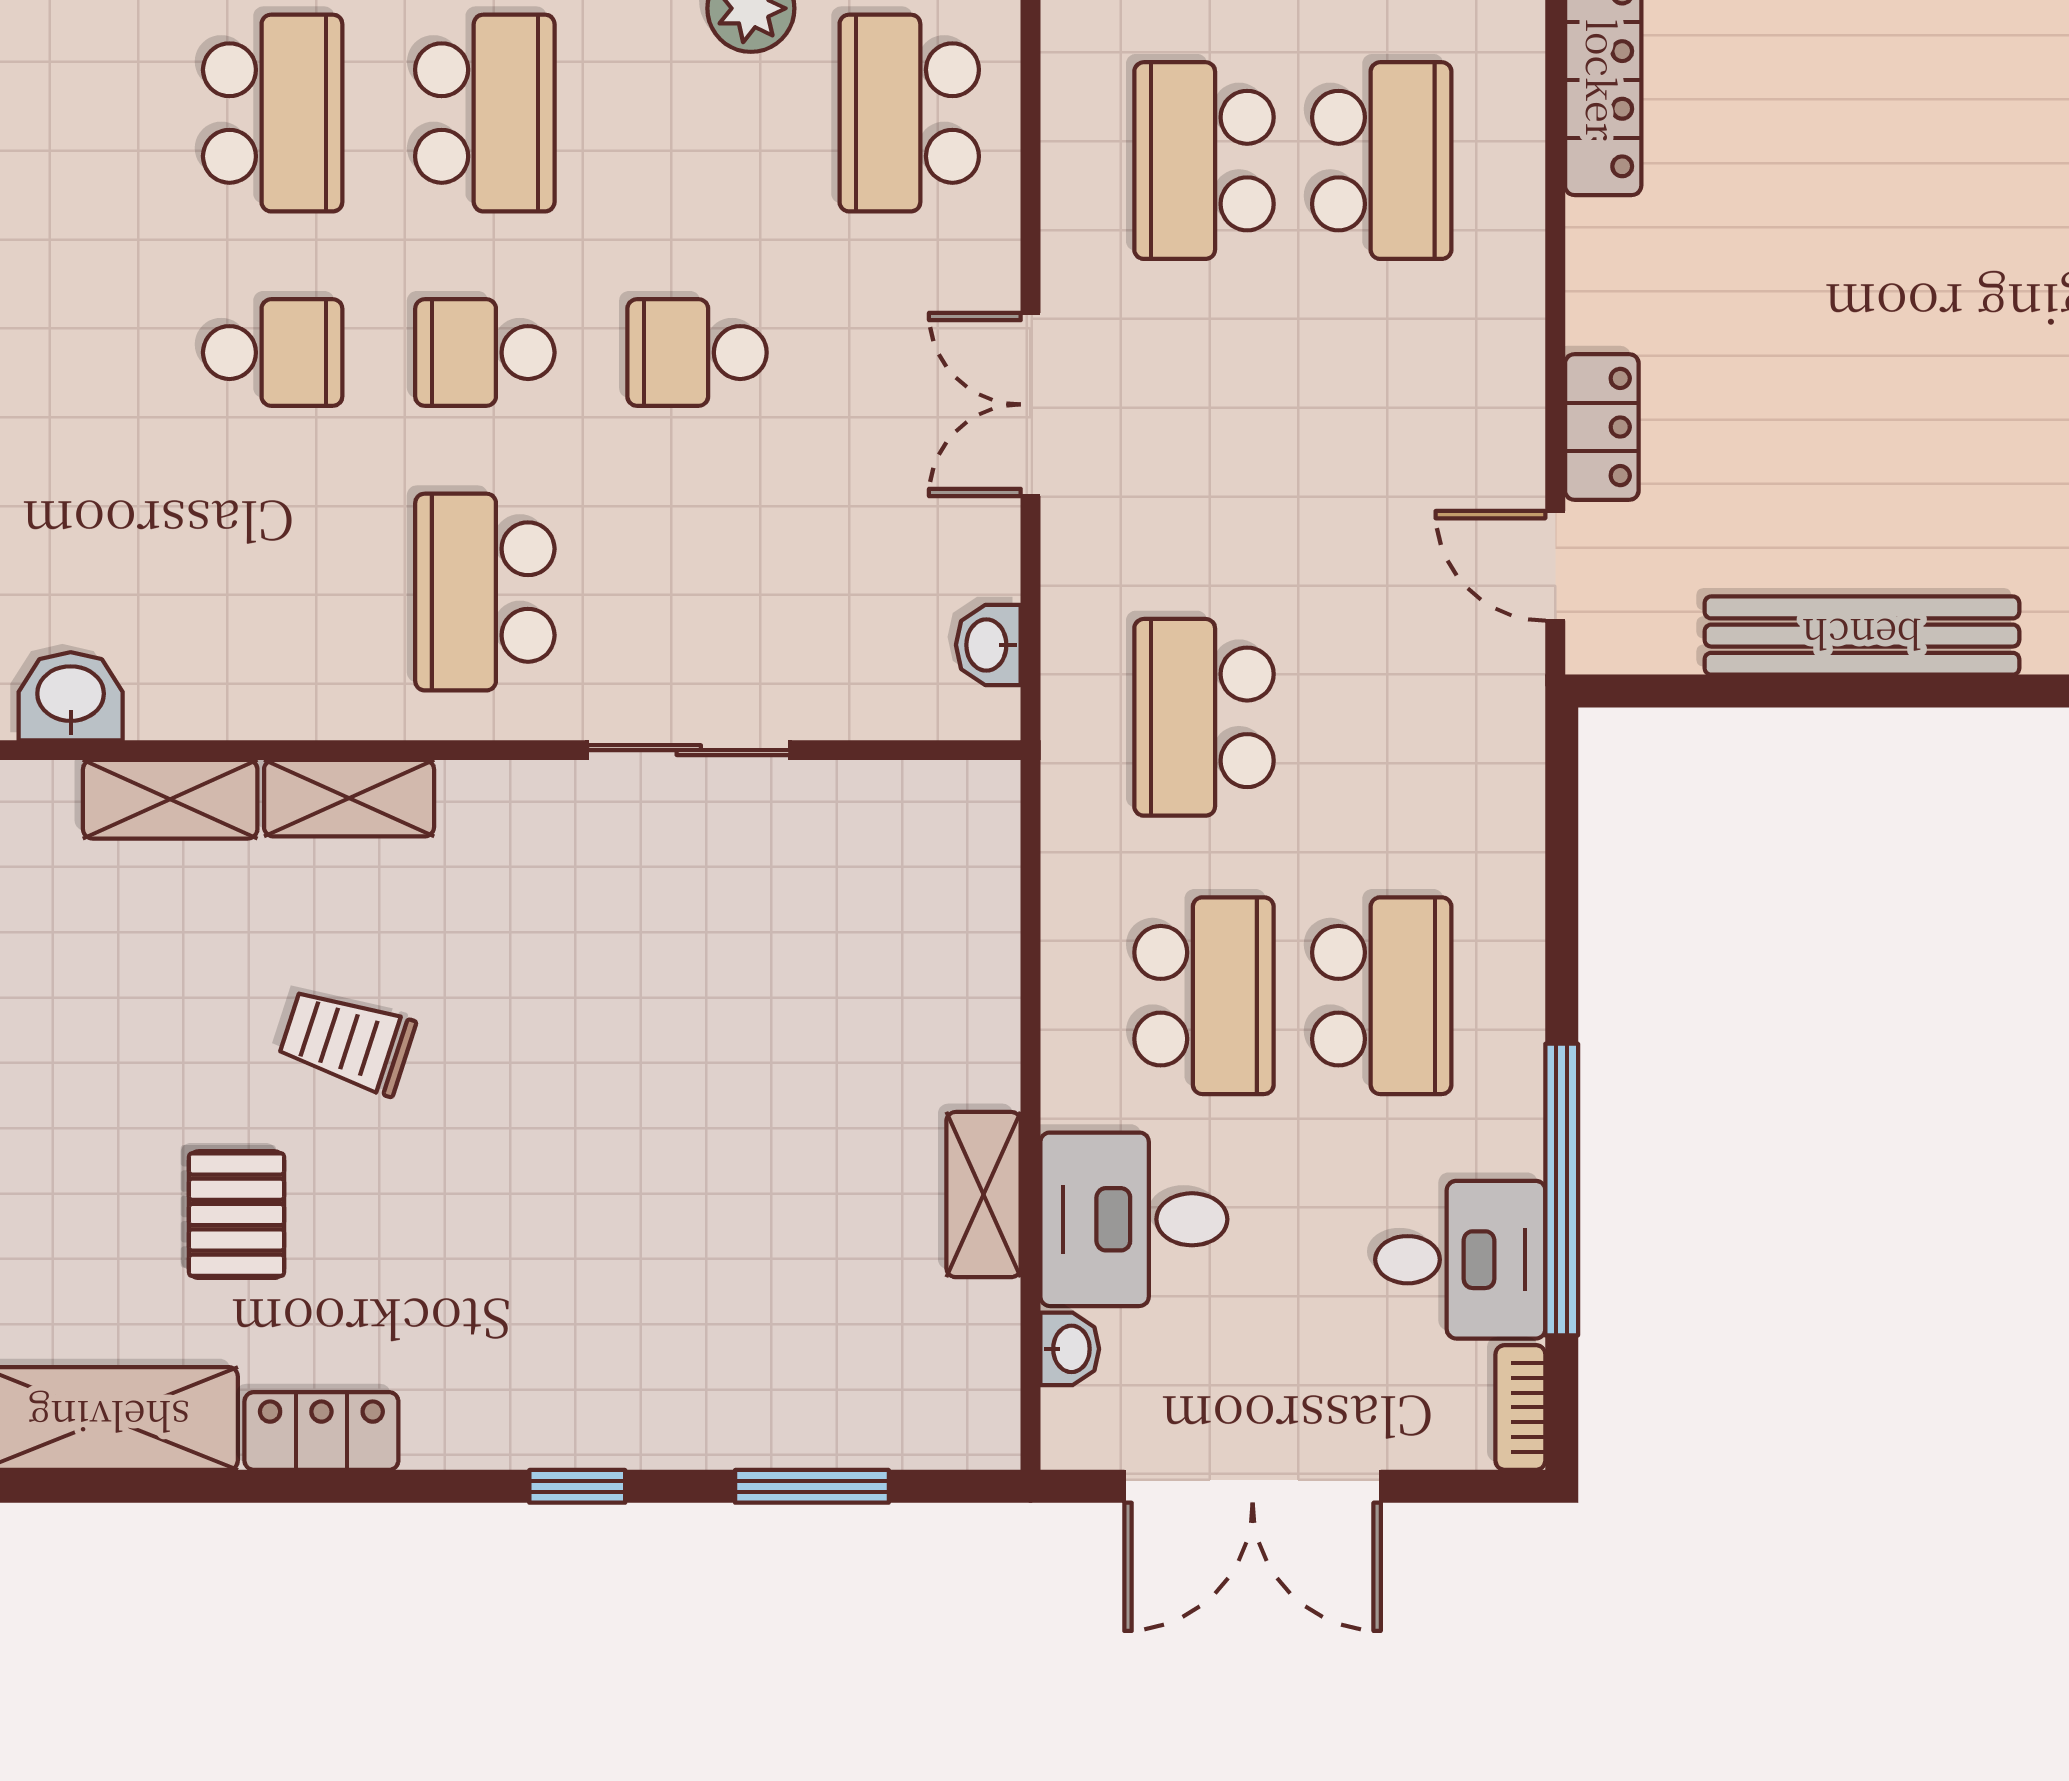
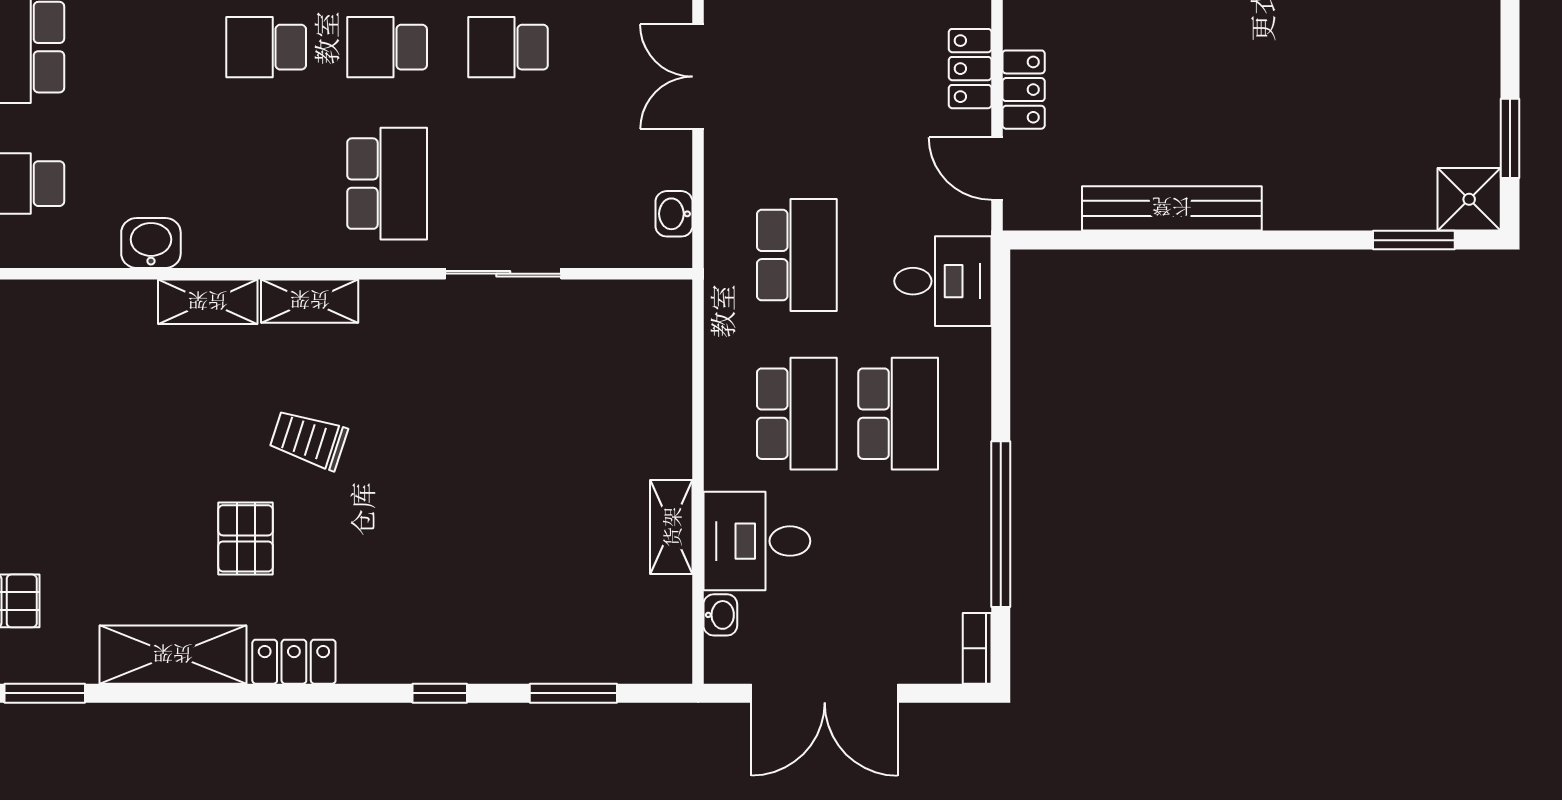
school desk: (273, 353) -> (266, 47), turned 180
locker: (1508, 390) -> (970, 69), added
school desk: (485, 592) -> (387, 184), turned 180
school desk: (1204, 717) -> (797, 255), turned 180
desk: (1460, 1260) -> (943, 281), moved

